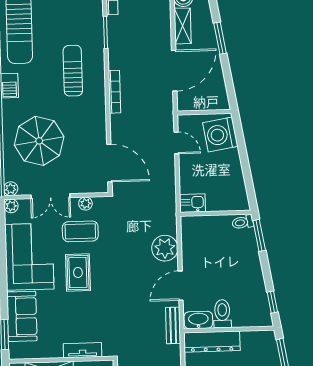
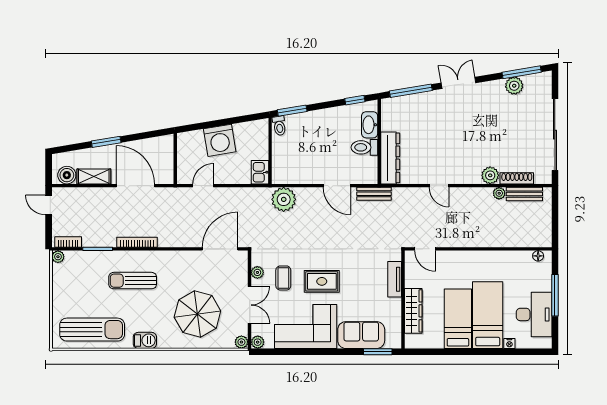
bookcase: (114, 92) -> (137, 242), moved
washing machine: (220, 135) -> (220, 140), moved
coffee table: (80, 231) -> (283, 278), width x0.73, depth x0.77
plant: (165, 248) -> (284, 199), moved
washbasin: (198, 320) -> (370, 125), moved

